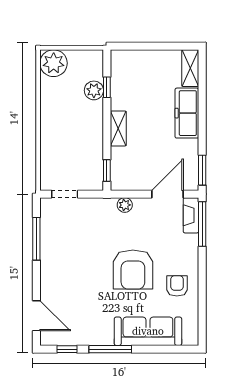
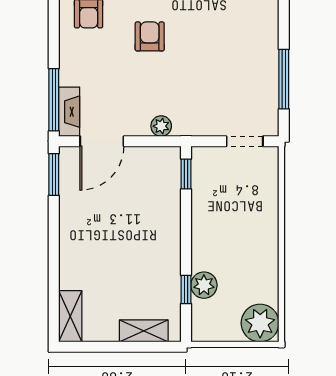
freezer: (187, 113) -> (75, 254), removed
shelving: (118, 128) -> (144, 331), moved, turned 90
armchair: (133, 269) -> (150, 36), width x0.53, depth x0.53

